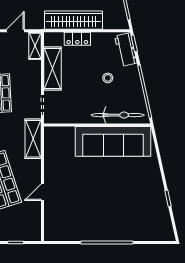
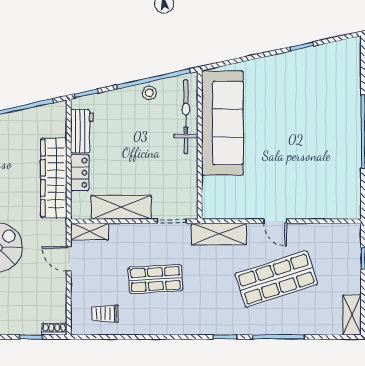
workbench: (126, 50) -> (82, 131), moved, turned -78
stool: (108, 78) -> (149, 93), moved
door: (42, 192) -> (275, 221), moved

